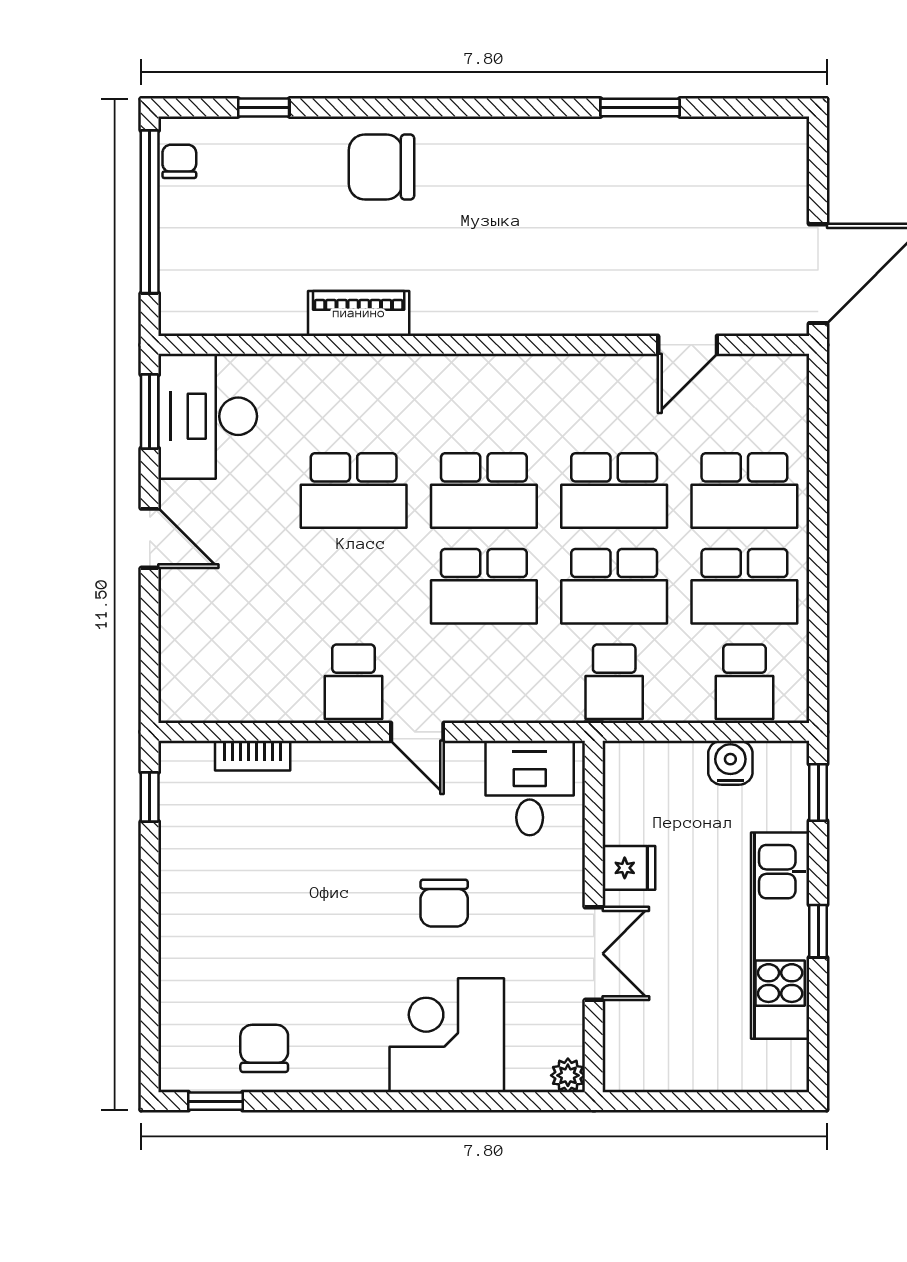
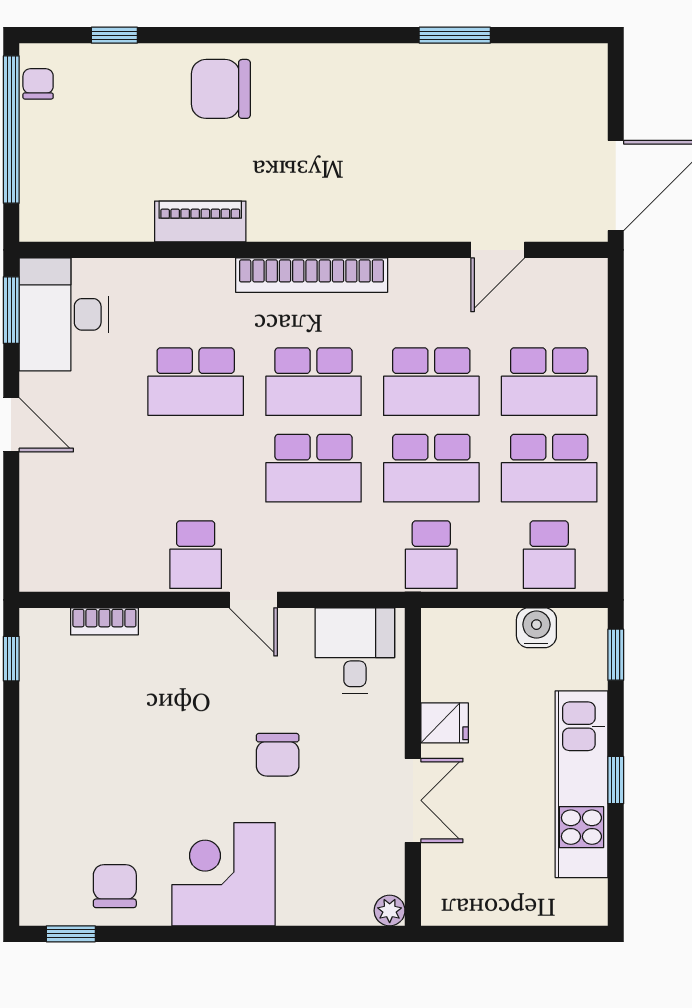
bookcase: (482, 373) -> (312, 275), added
corner desk: (447, 1035) -> (224, 874), moved

